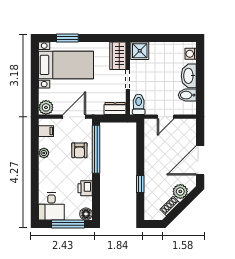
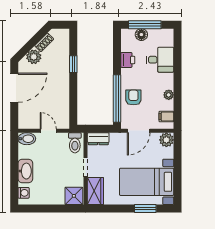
bidet: (187, 95) -> (27, 139), moved
door: (166, 117) -> (48, 131), hinge flipped
desk: (51, 206) -> (160, 60), moved, turned 90
floor lamp: (86, 214) -> (141, 35), moved

